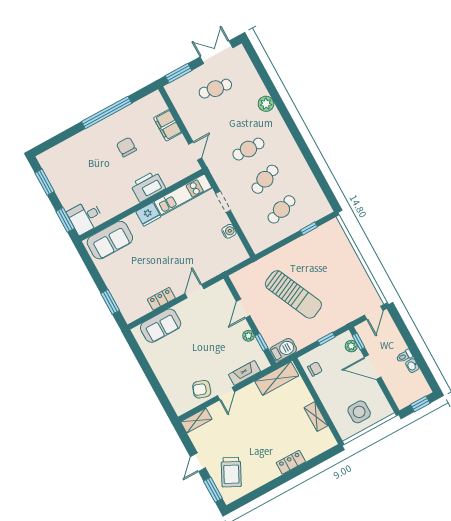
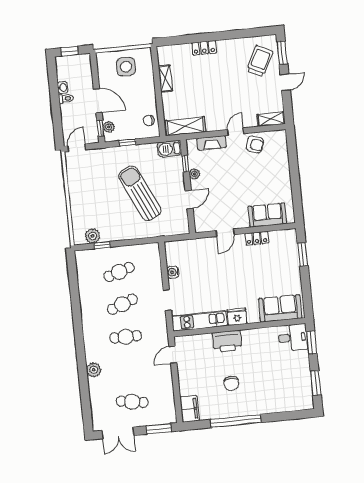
filing cabinet: (168, 125) -> (190, 409), moved
plant: (322, 233) -> (92, 236), added

